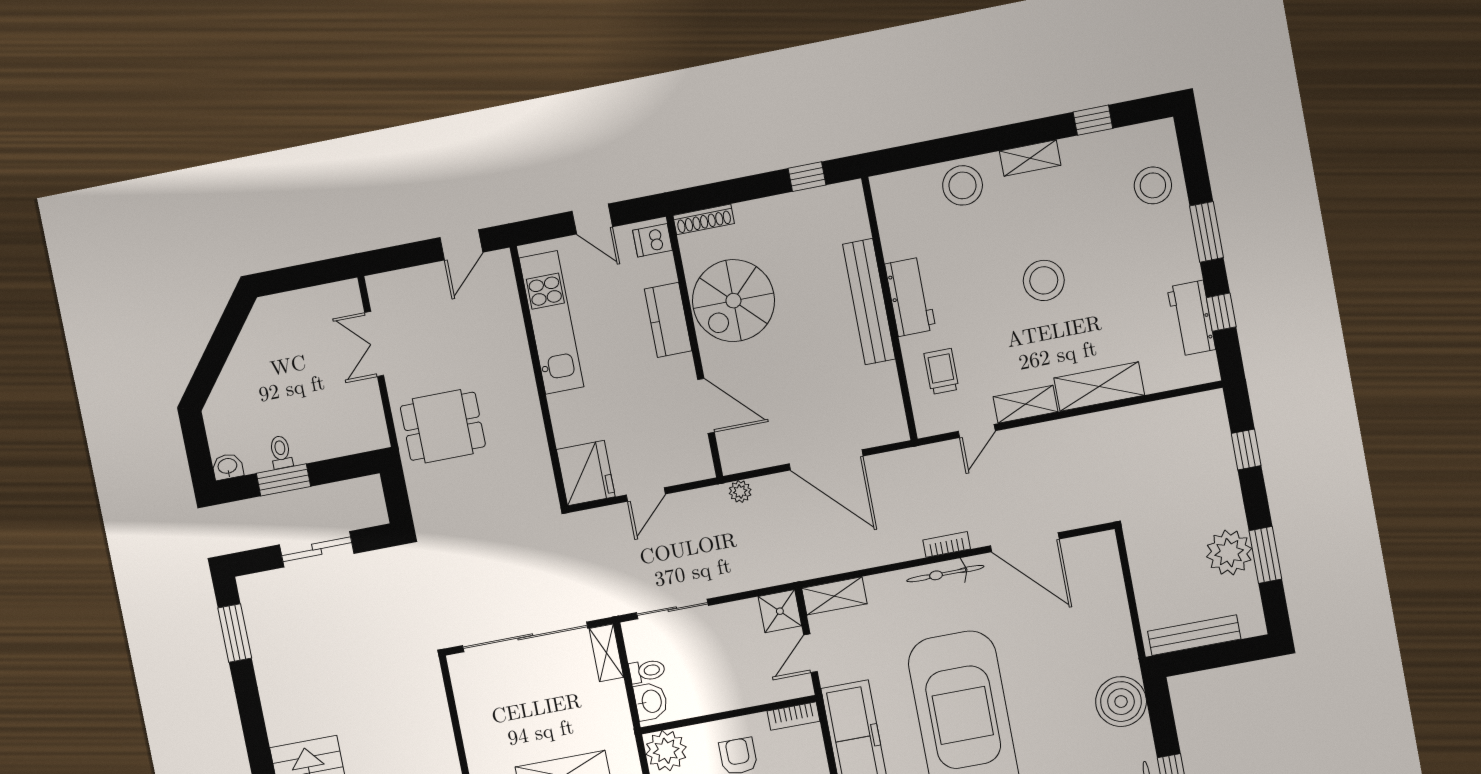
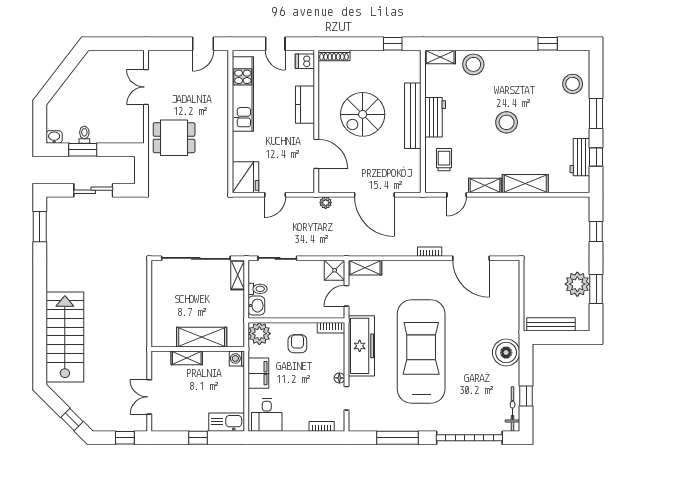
shelving: (1030, 158) -> (440, 57), moved
spiral stairs: (733, 301) -> (363, 114), moved
bicycle: (945, 574) -> (426, 267), removed

